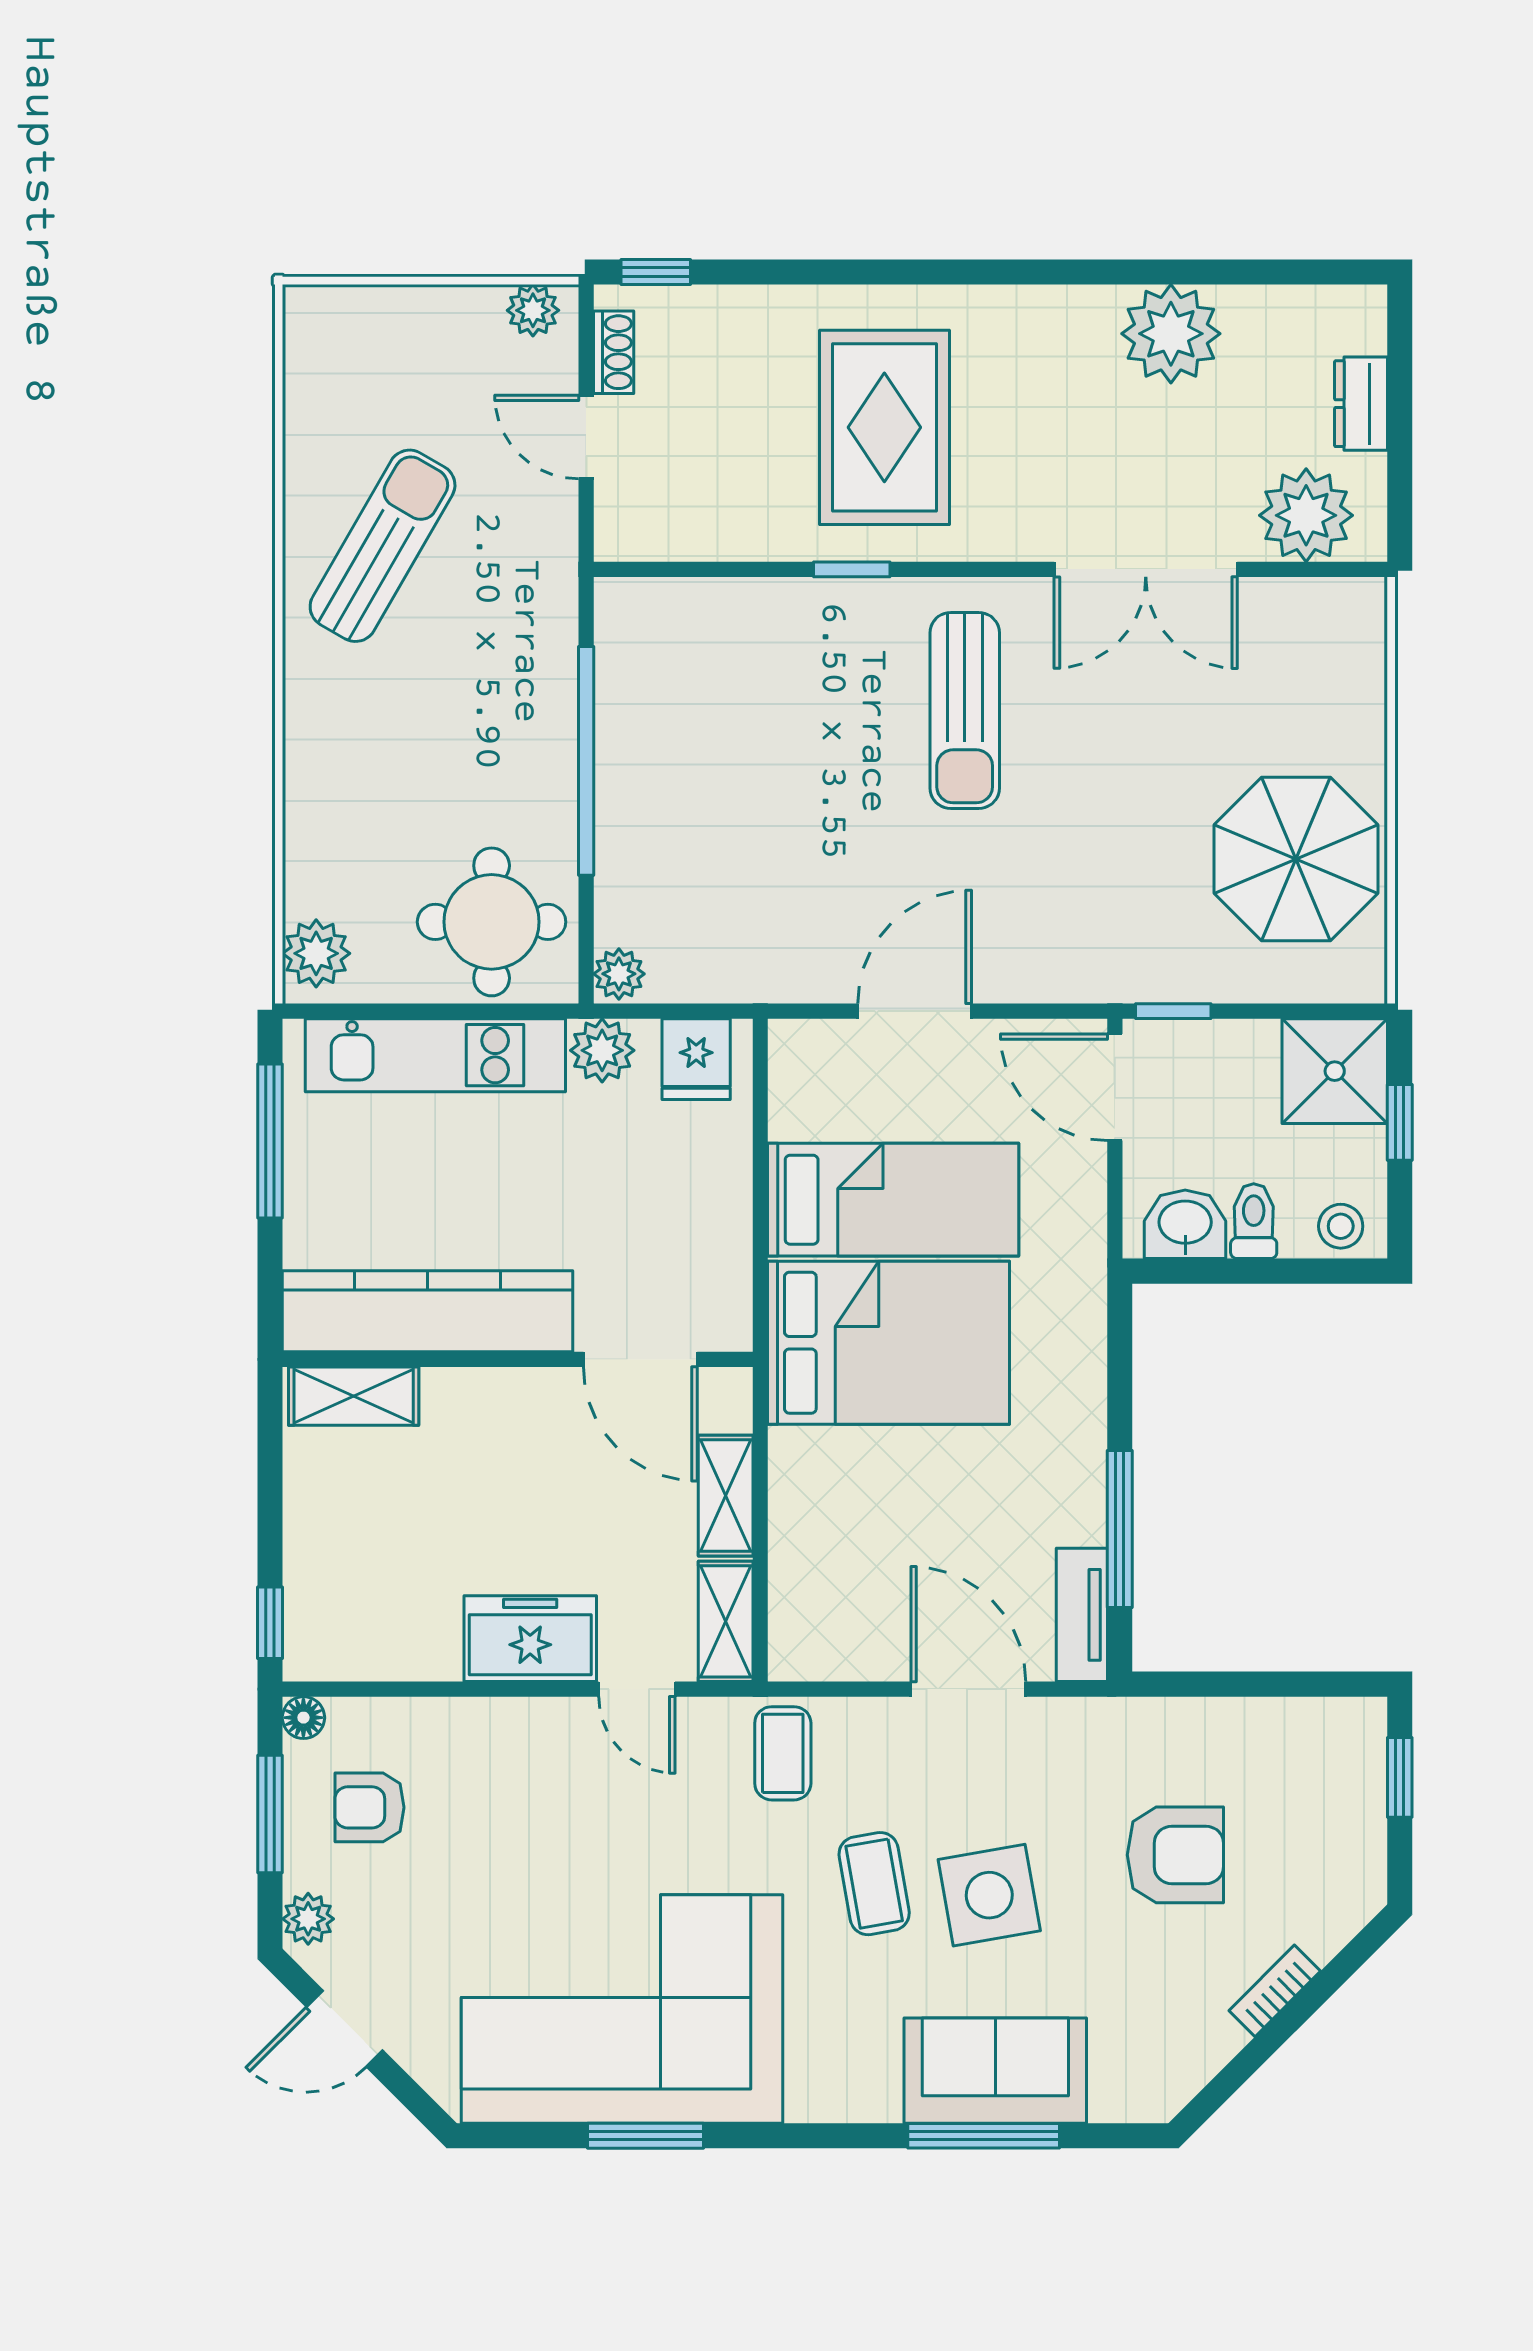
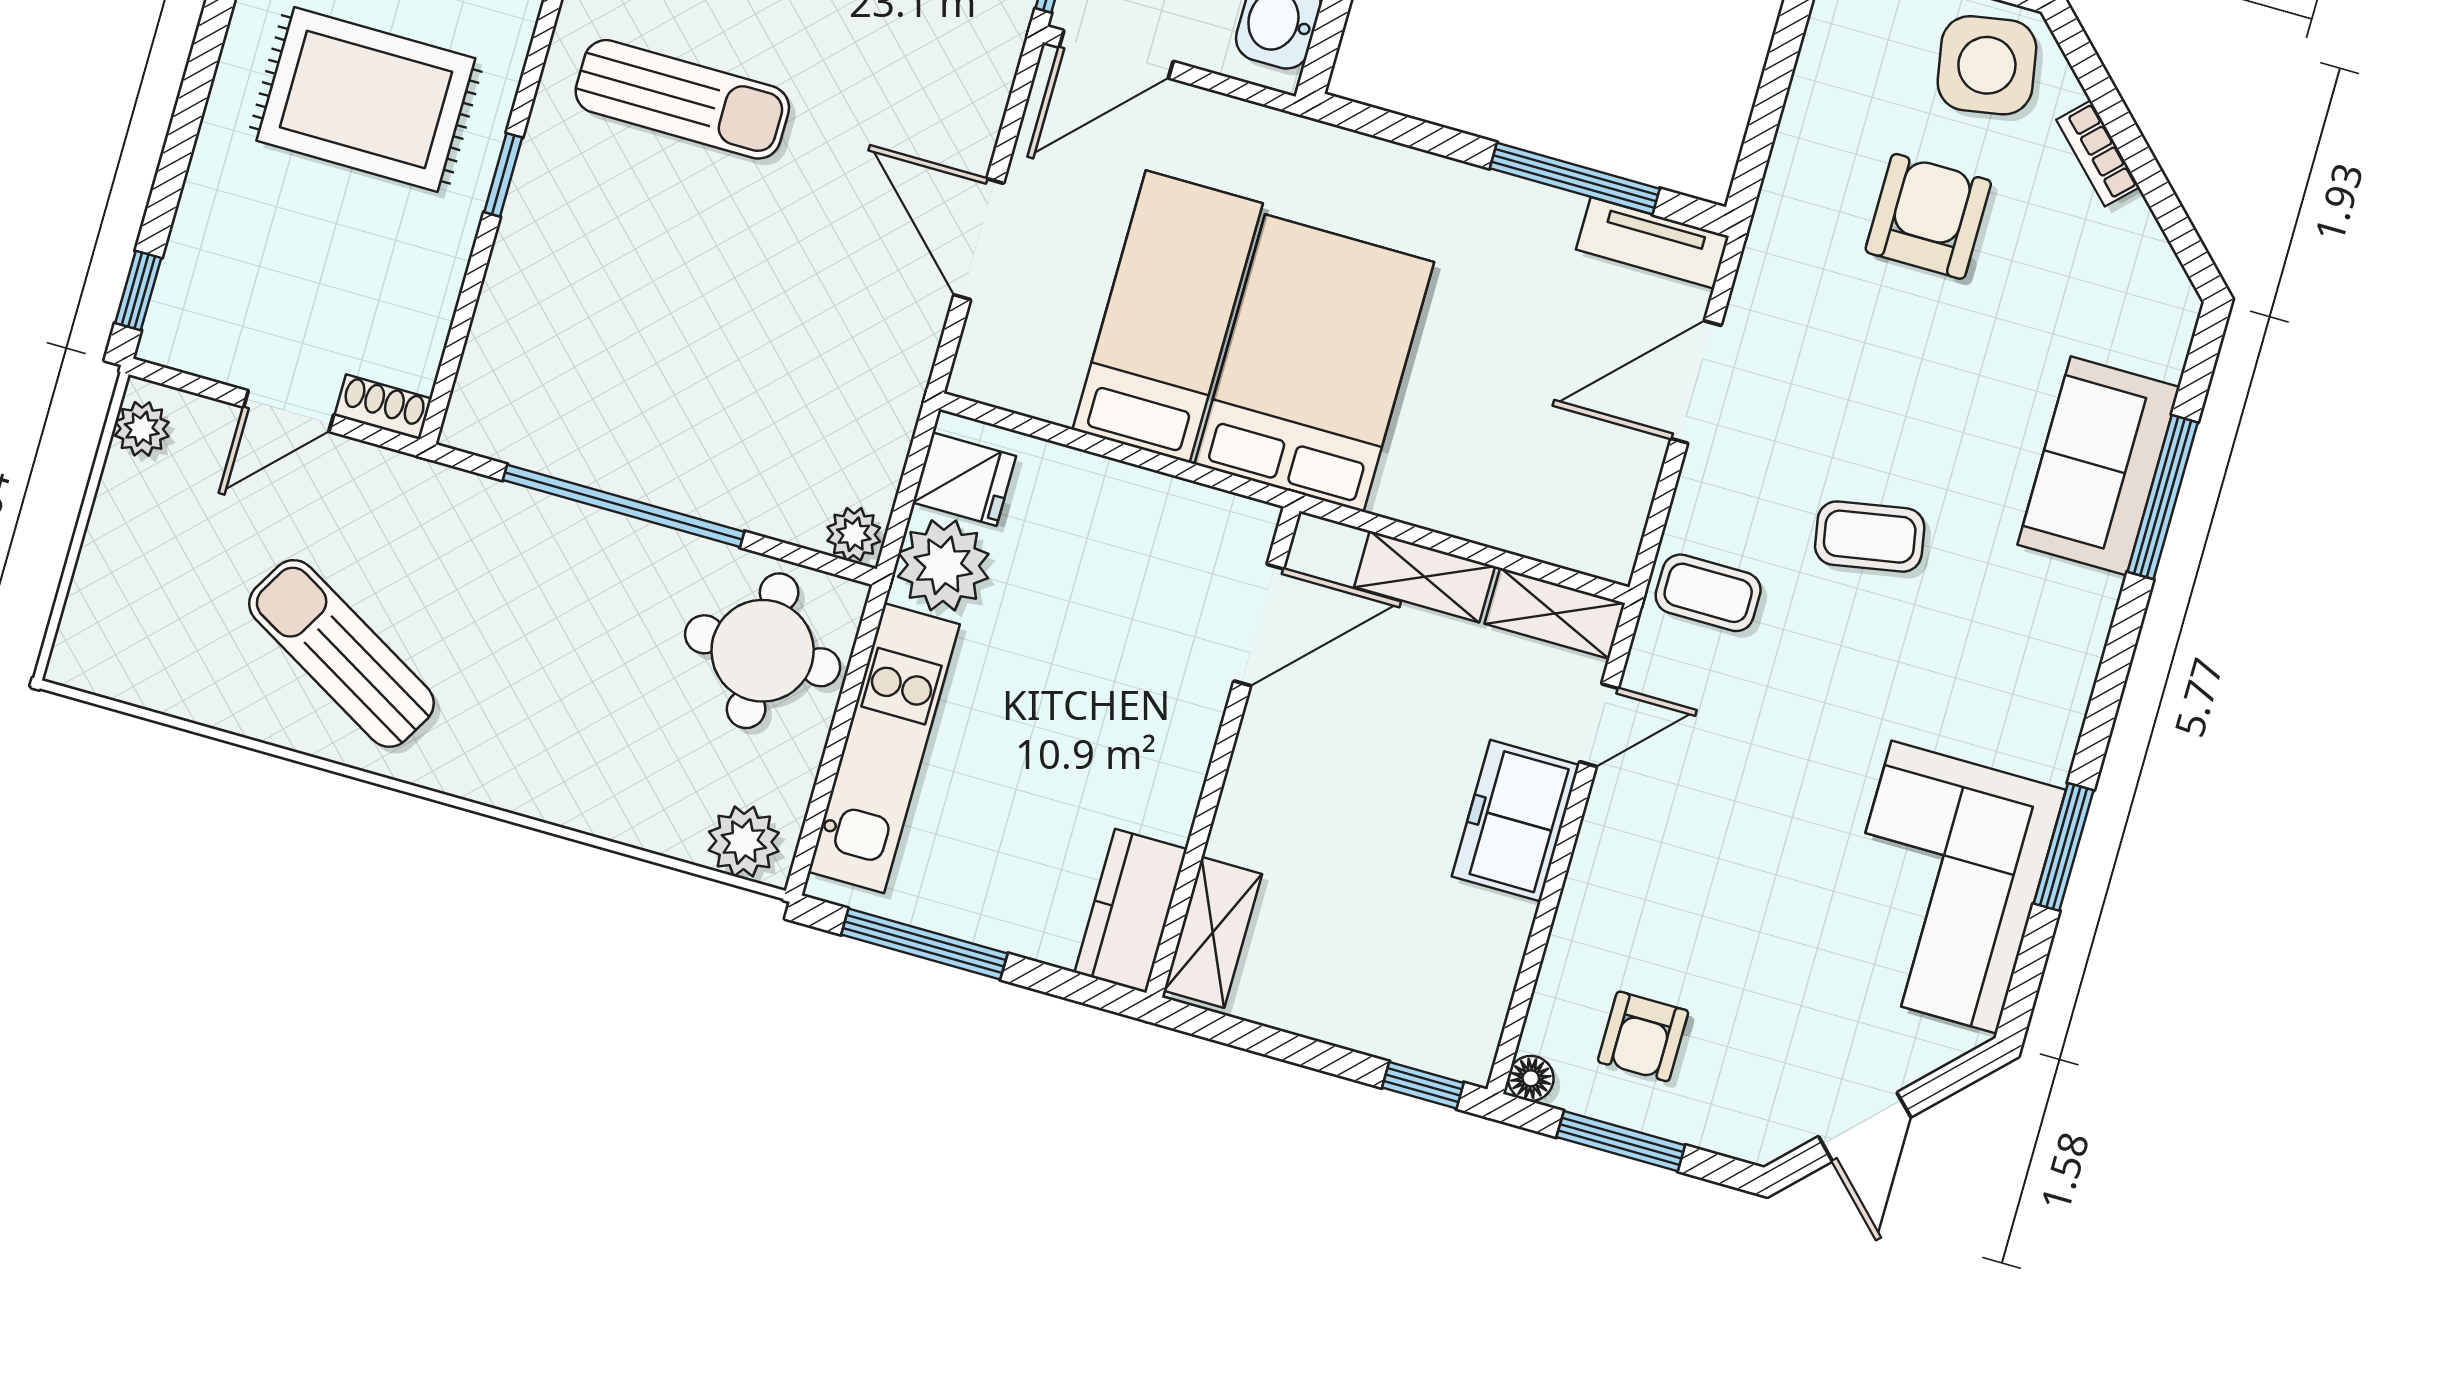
shoe rack: (614, 352) -> (383, 407), moved
plant: (602, 1050) -> (943, 565), width x1.36, depth x1.36
kitchen counter: (427, 1311) -> (1131, 911), width x0.48, depth x0.86
side table: (989, 1895) -> (1987, 65), moved
plant: (308, 1919) -> (1740, 1132), removed
corner sofa: (622, 2009) -> (1944, 887), width x0.73, depth x0.74

